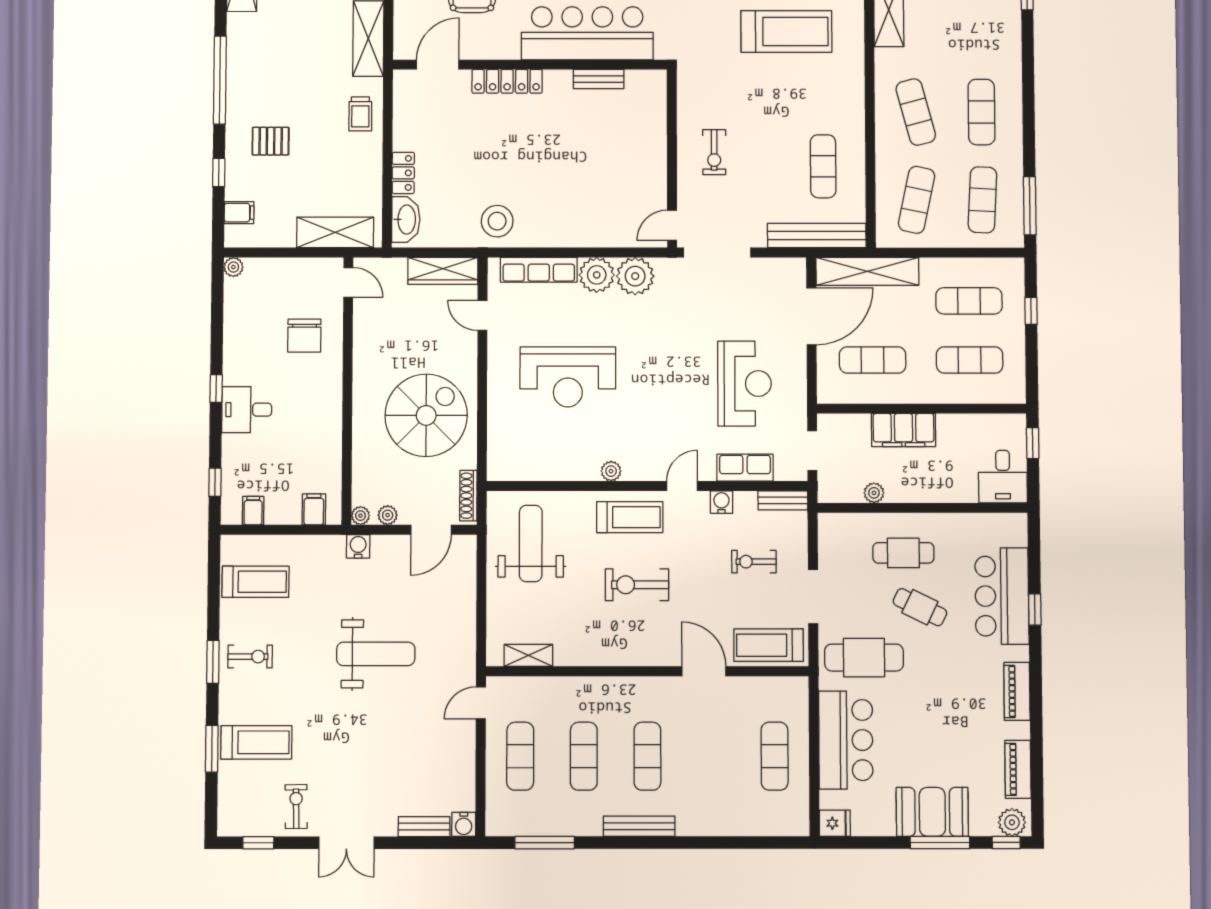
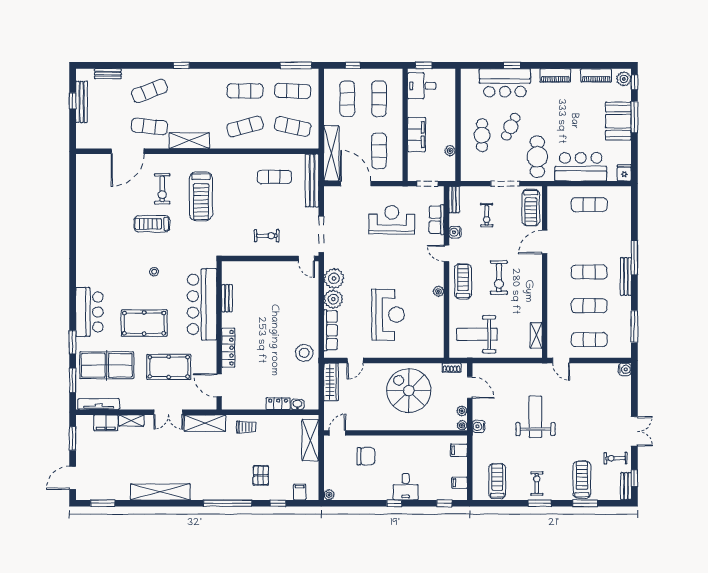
treadmill: (786, 31) -> (201, 196), turned 180
washbasin: (406, 219) -> (297, 404), width x0.52, depth x0.69
desk: (1003, 477) -> (422, 86), moved, turned 180
shoe rack: (468, 496) -> (452, 368), width x0.70
bench: (424, 827) -> (626, 486), moved
window: (675, 843) -> (634, 258), added

